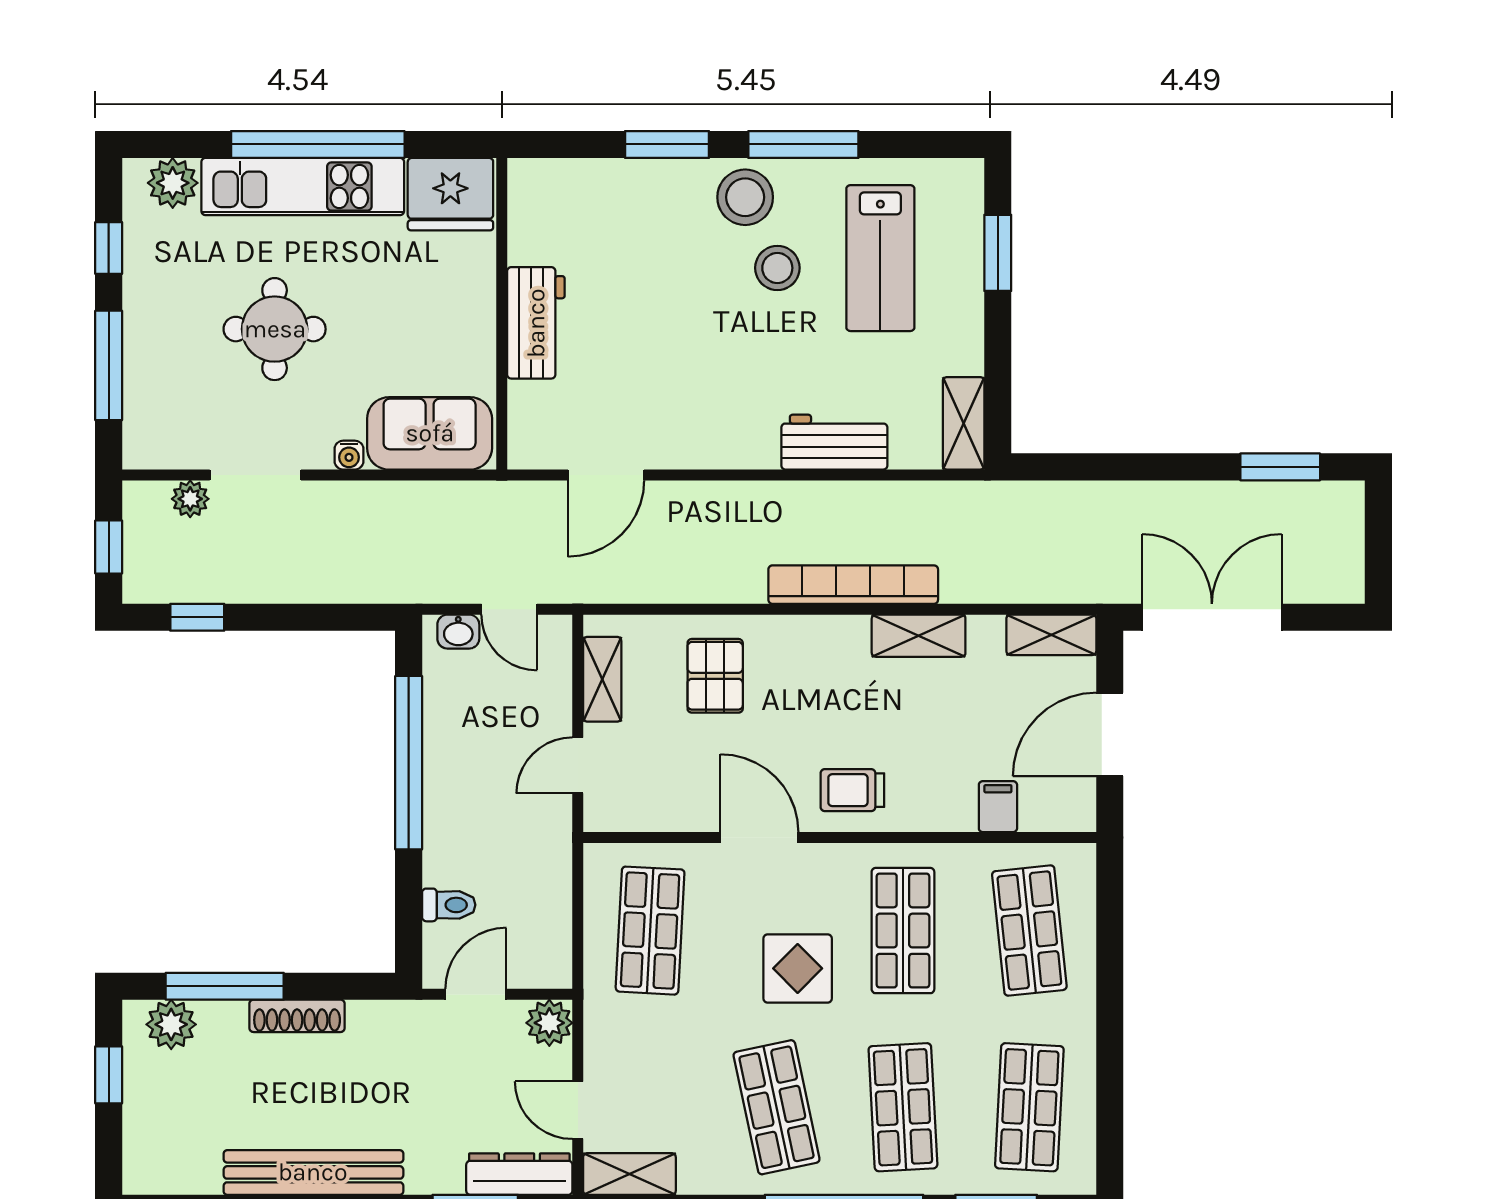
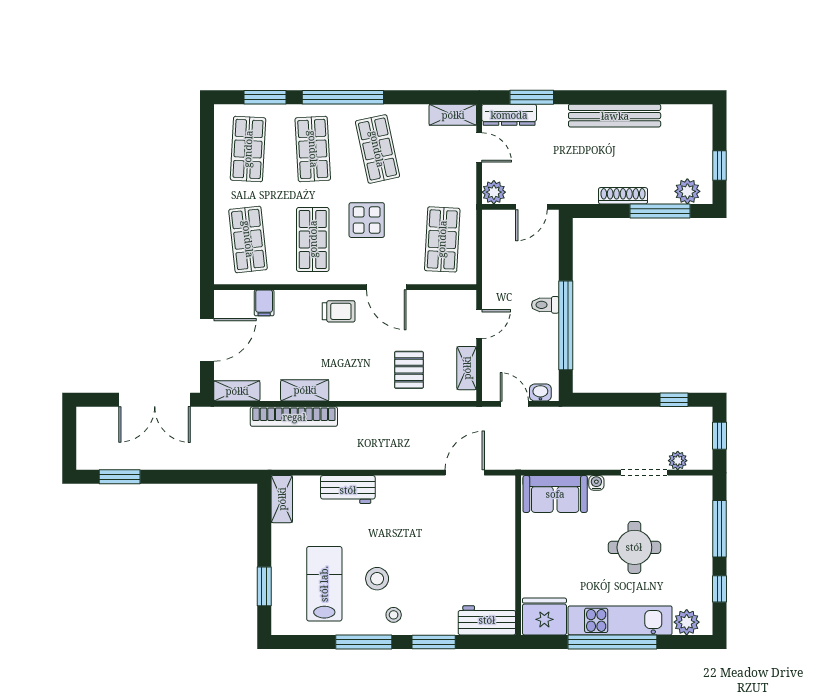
stool: (745, 197) -> (394, 615), width x0.53, depth x0.53
workbench: (536, 323) -> (487, 620), moved, turned 90
bookcase: (853, 585) -> (294, 417), moved
toilet: (449, 905) -> (545, 305), moved

